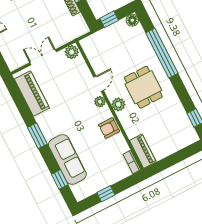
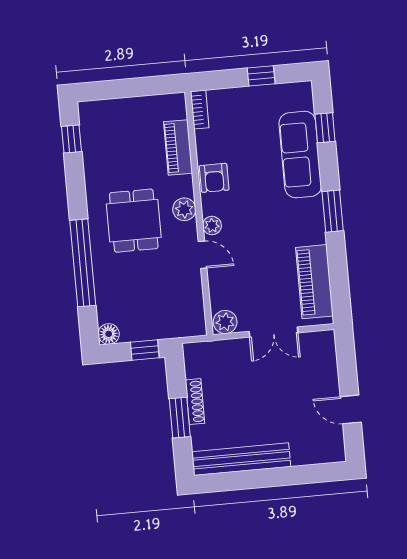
door: (99, 84) -> (203, 255), swing flipped
armchair: (109, 128) -> (214, 178), turned 90
piano: (143, 151) -> (178, 147), moved

